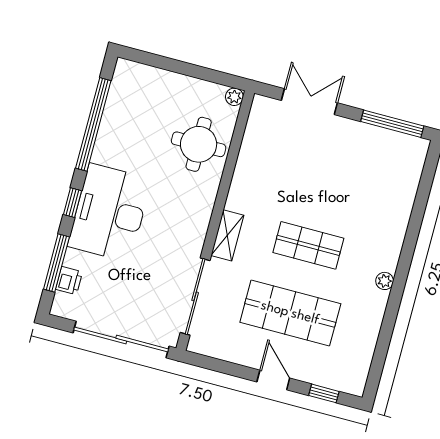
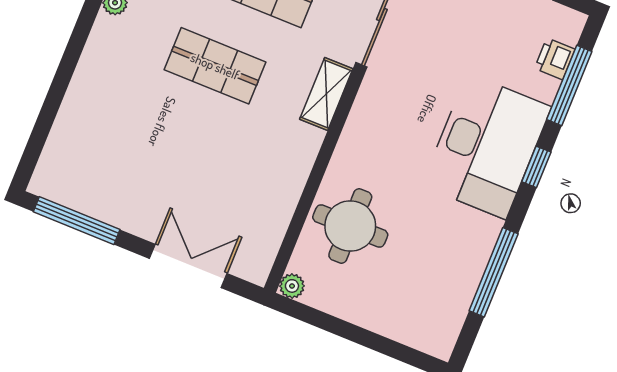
double door: (309, 102) -> (188, 266), swing flipped
window: (93, 124) -> (494, 272), width x0.68

